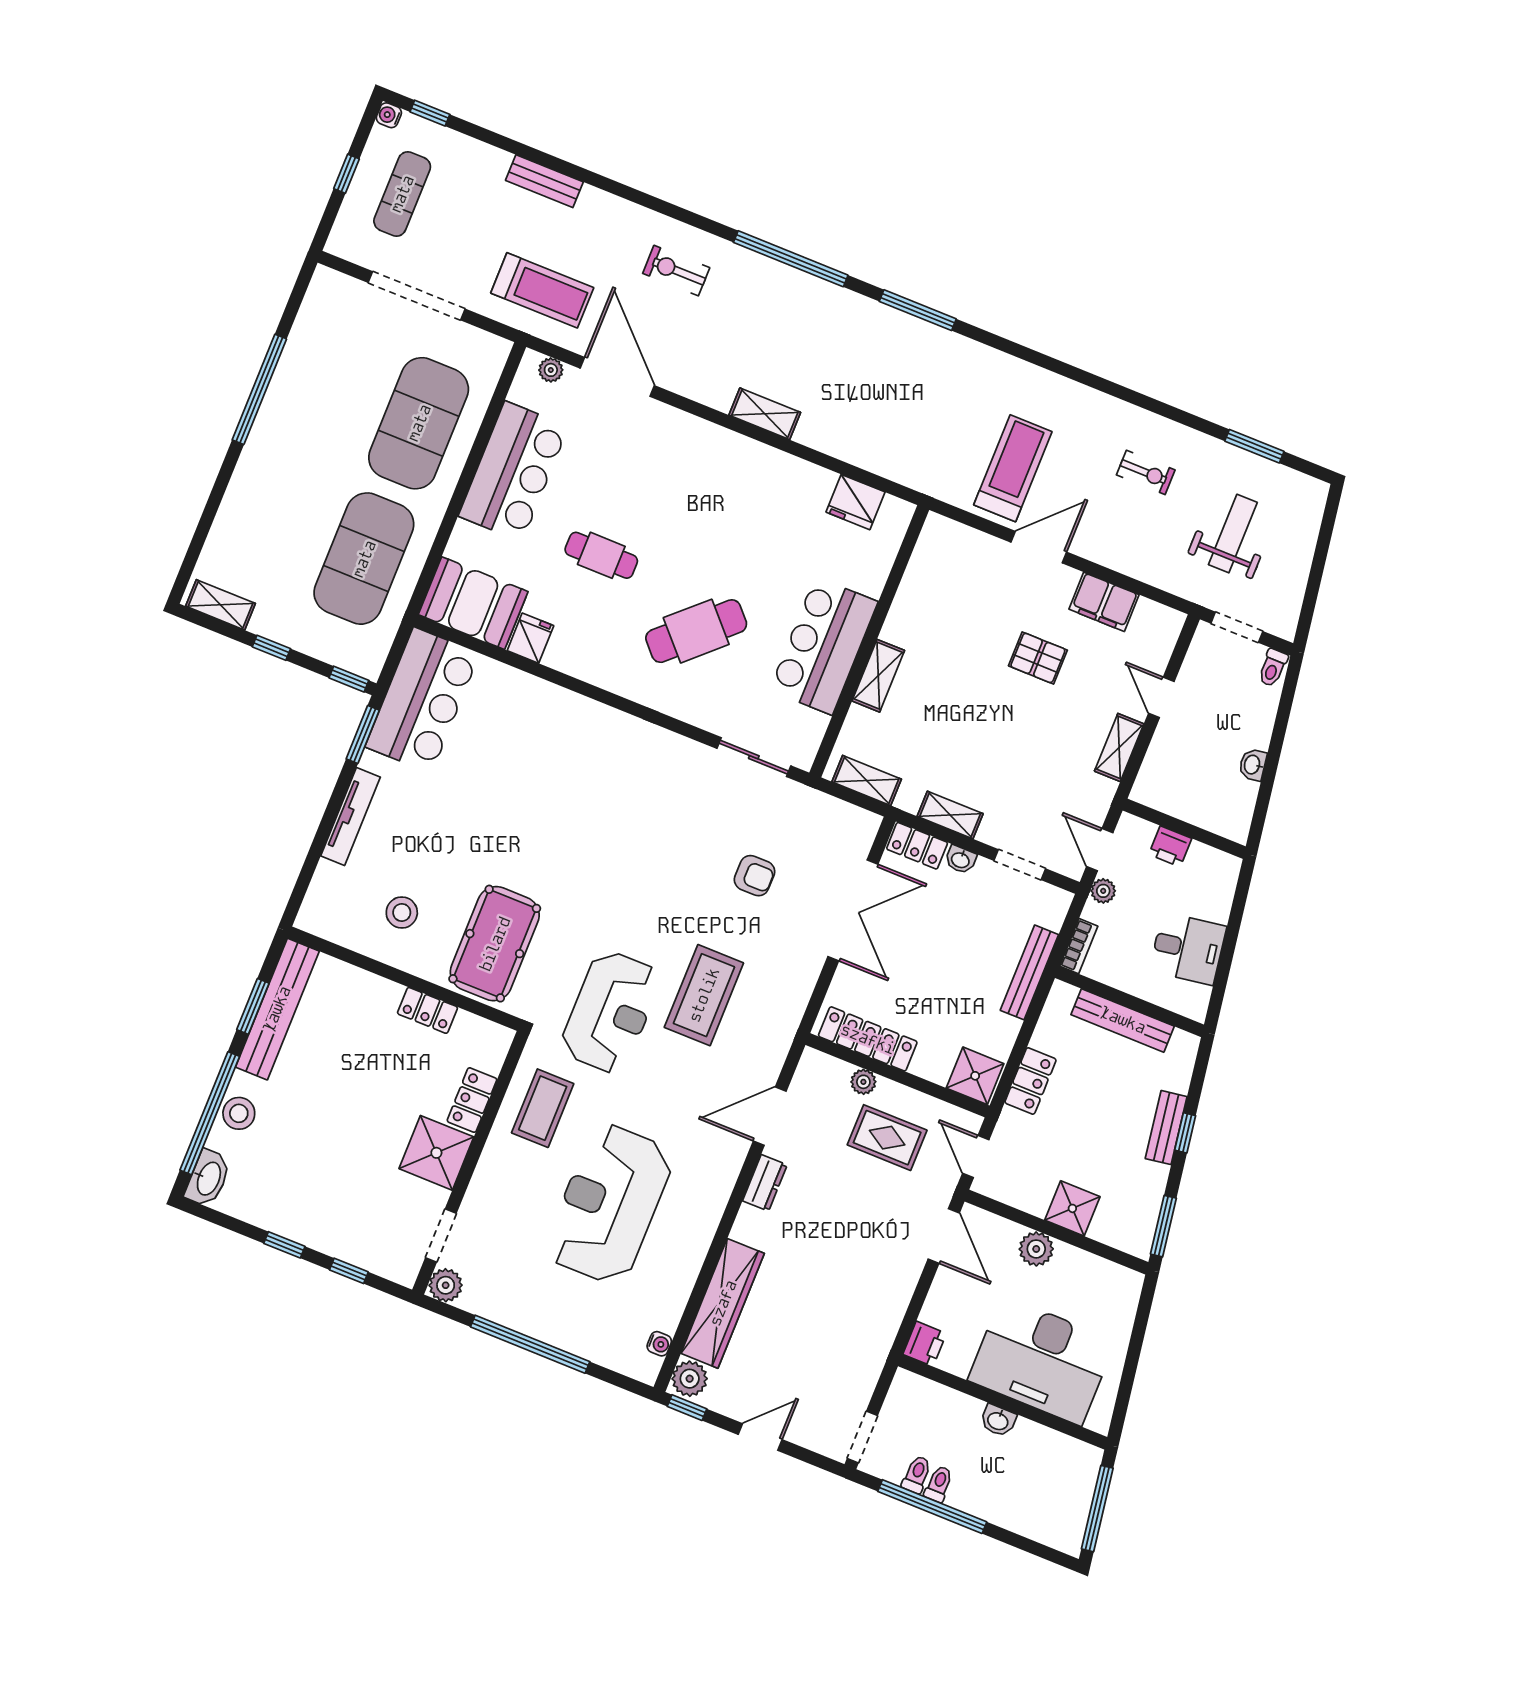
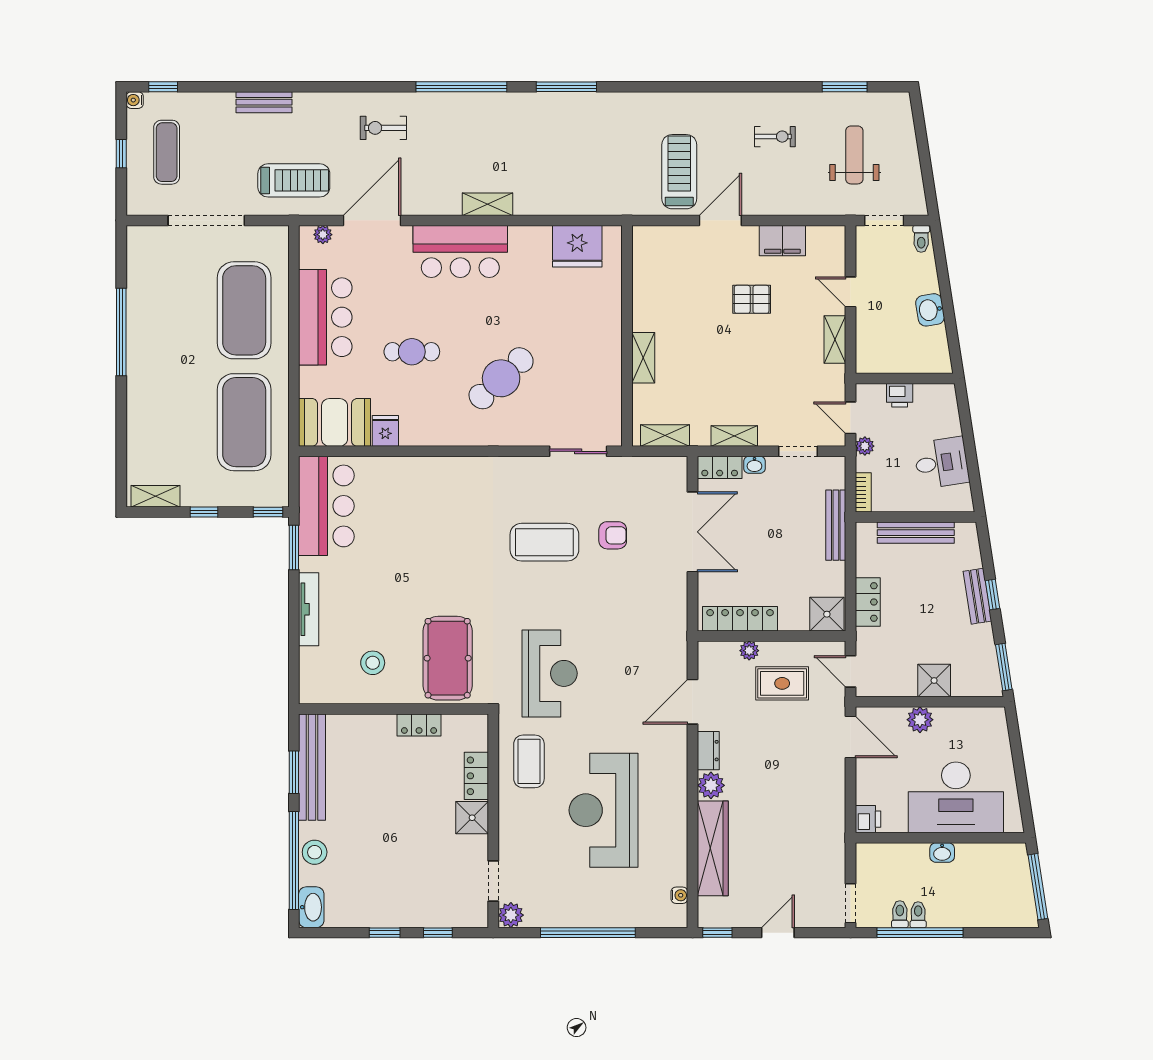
door: (617, 377) -> (372, 220), hinge flipped
fridge: (856, 502) -> (577, 246), width x1.36, depth x1.34
bar counter: (824, 646) -> (460, 251), moved, turned -90
washbasin: (1253, 765) -> (930, 310), width x1.38, depth x1.45
coffee table: (704, 995) -> (544, 542), moved, turned 90
shower: (436, 1153) -> (472, 818), width x0.73, depth x0.73
plant: (690, 1379) -> (711, 785), moved

